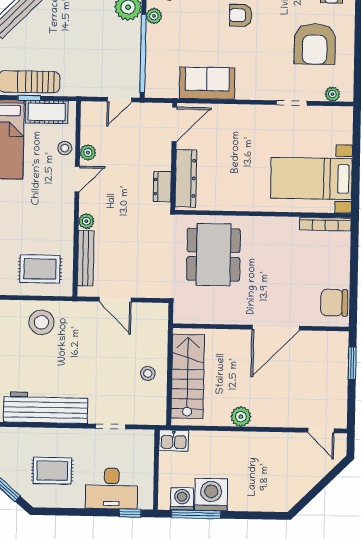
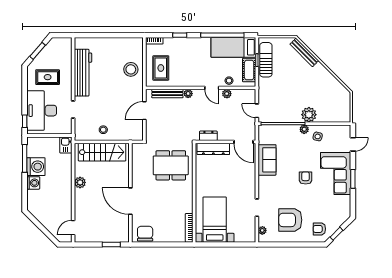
rug: (52, 471) -> (48, 77), turned 90
desk: (112, 489) -> (42, 111), width x1.36, depth x1.30
washing machine: (182, 499) -> (33, 183), moved

